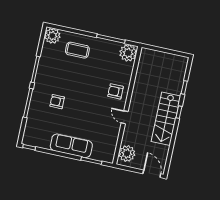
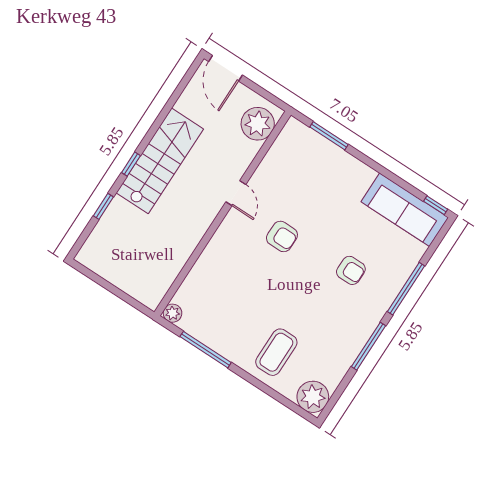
coffee table: (77, 50) -> (276, 352), turned 90
plant: (128, 53) -> (173, 313), width x0.53, depth x0.53
armchair: (116, 91) -> (282, 236), moved
sofa: (71, 146) -> (405, 210), moved

